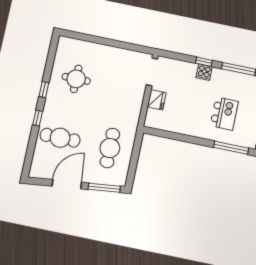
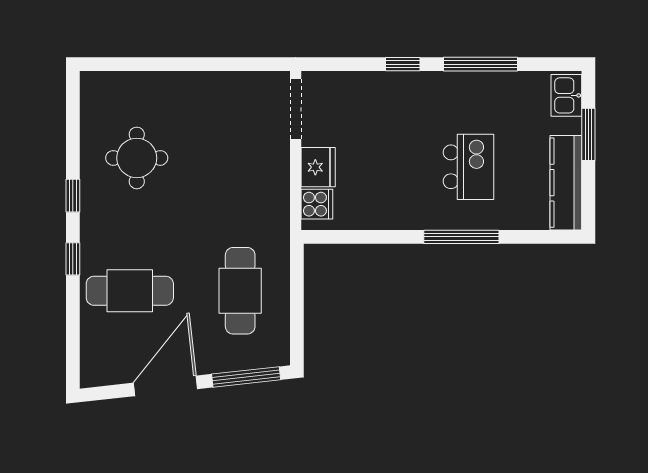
cooker: (204, 72) -> (317, 204), moved, turned -90
window: (231, 148) -> (461, 237), moved

